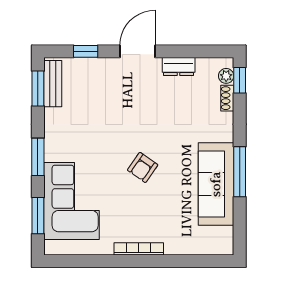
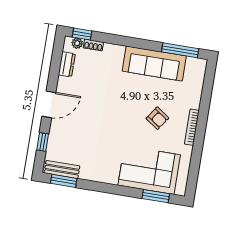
door: (138, 51) -> (49, 104), swing flipped
dresser: (179, 67) -> (67, 64), moved
window: (38, 157) -> (113, 189), removed
armchair: (143, 167) -> (157, 118), moved
window: (240, 172) -> (180, 50), moved

